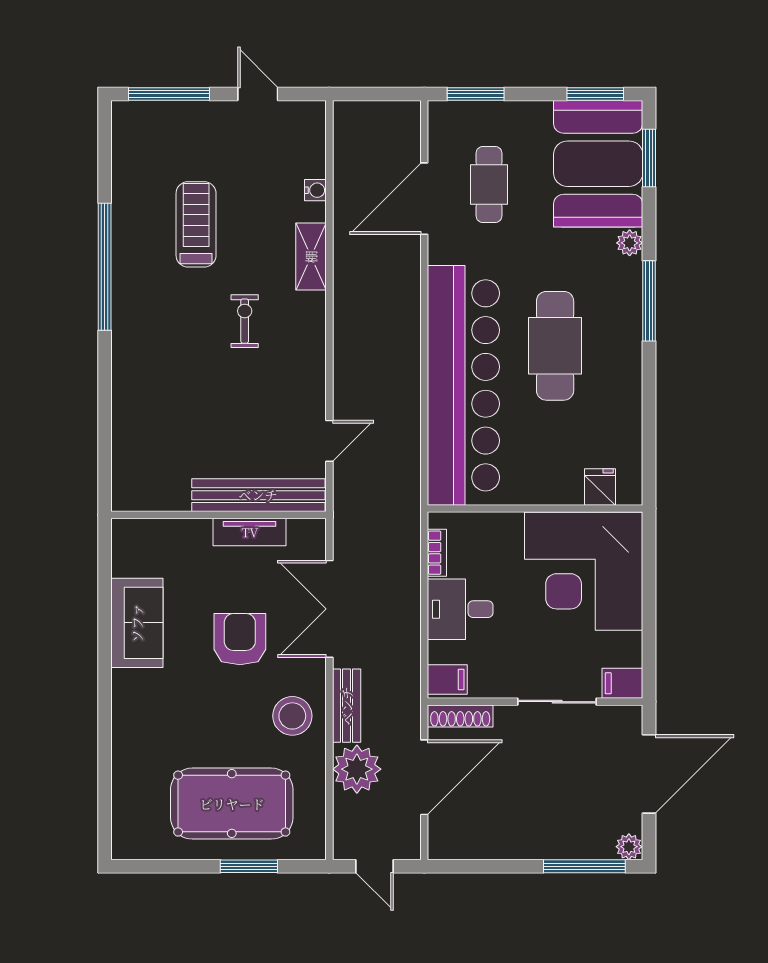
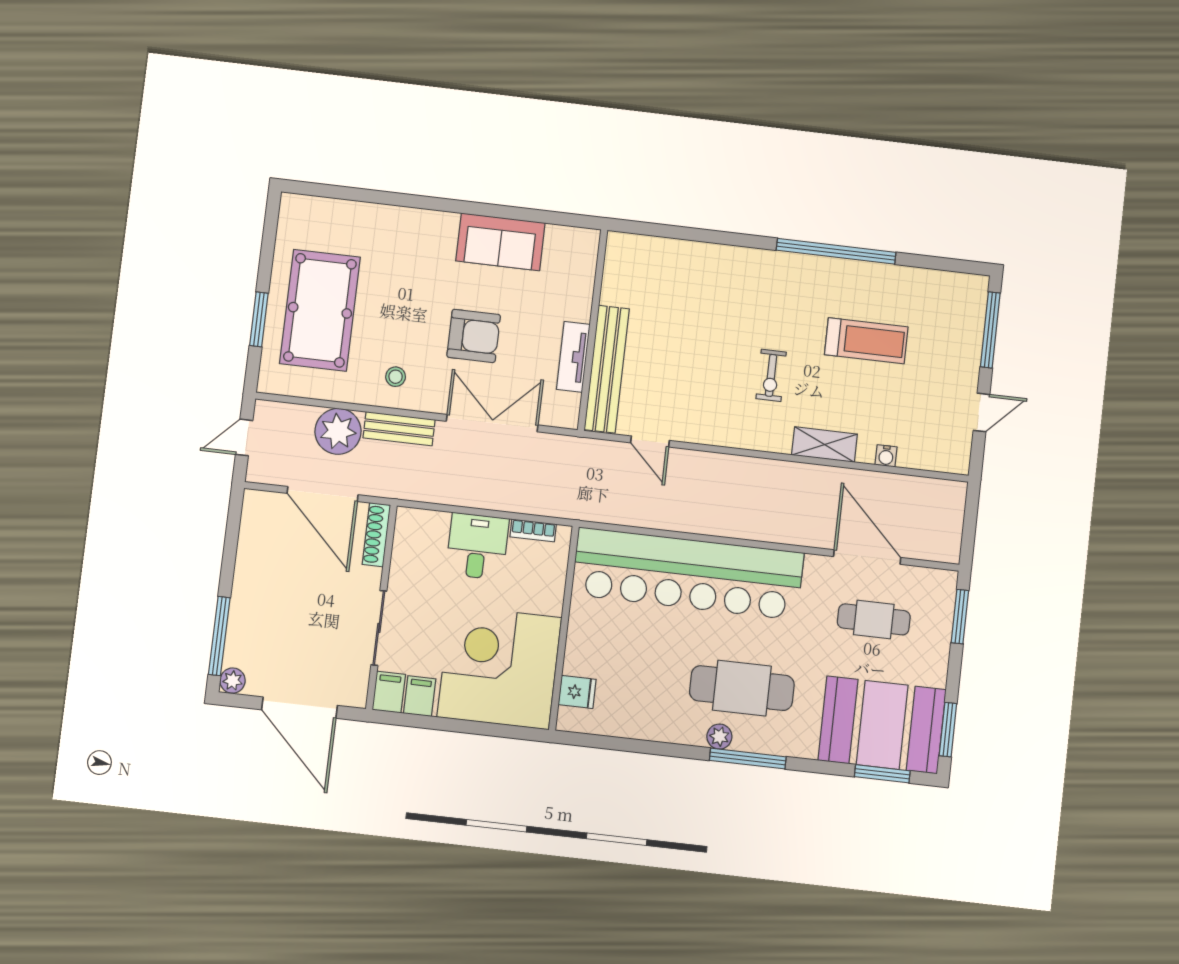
plant: (630, 243) -> (719, 737), moved
exercise bike: (245, 321) -> (771, 375), turned 90
cafe table: (555, 346) -> (742, 688), moved
filing cabinet: (447, 679) -> (420, 696), moved, turned 180
stool: (292, 716) -> (396, 377), width x0.53, depth x0.53

